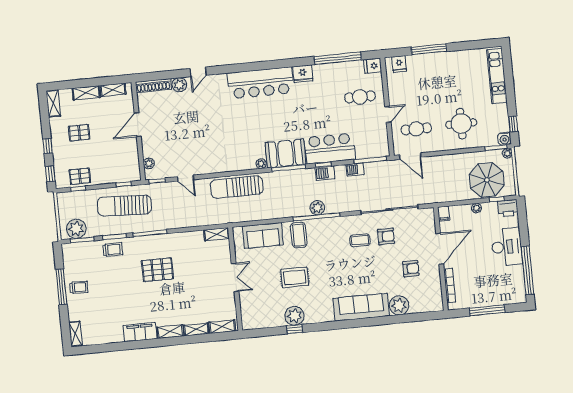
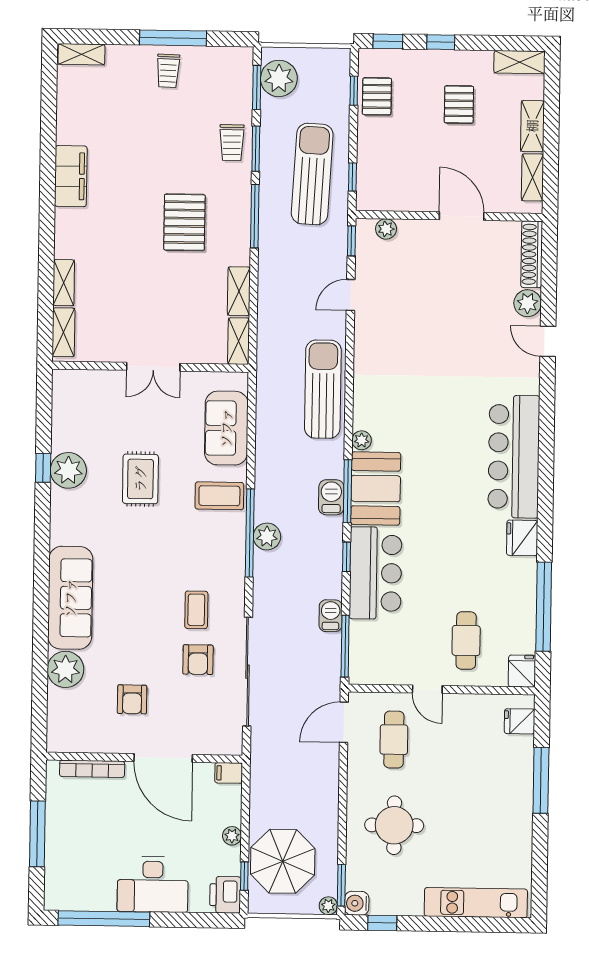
barbecue: (325, 173) -> (331, 497), moved
shelving: (170, 332) -> (239, 291), moved

